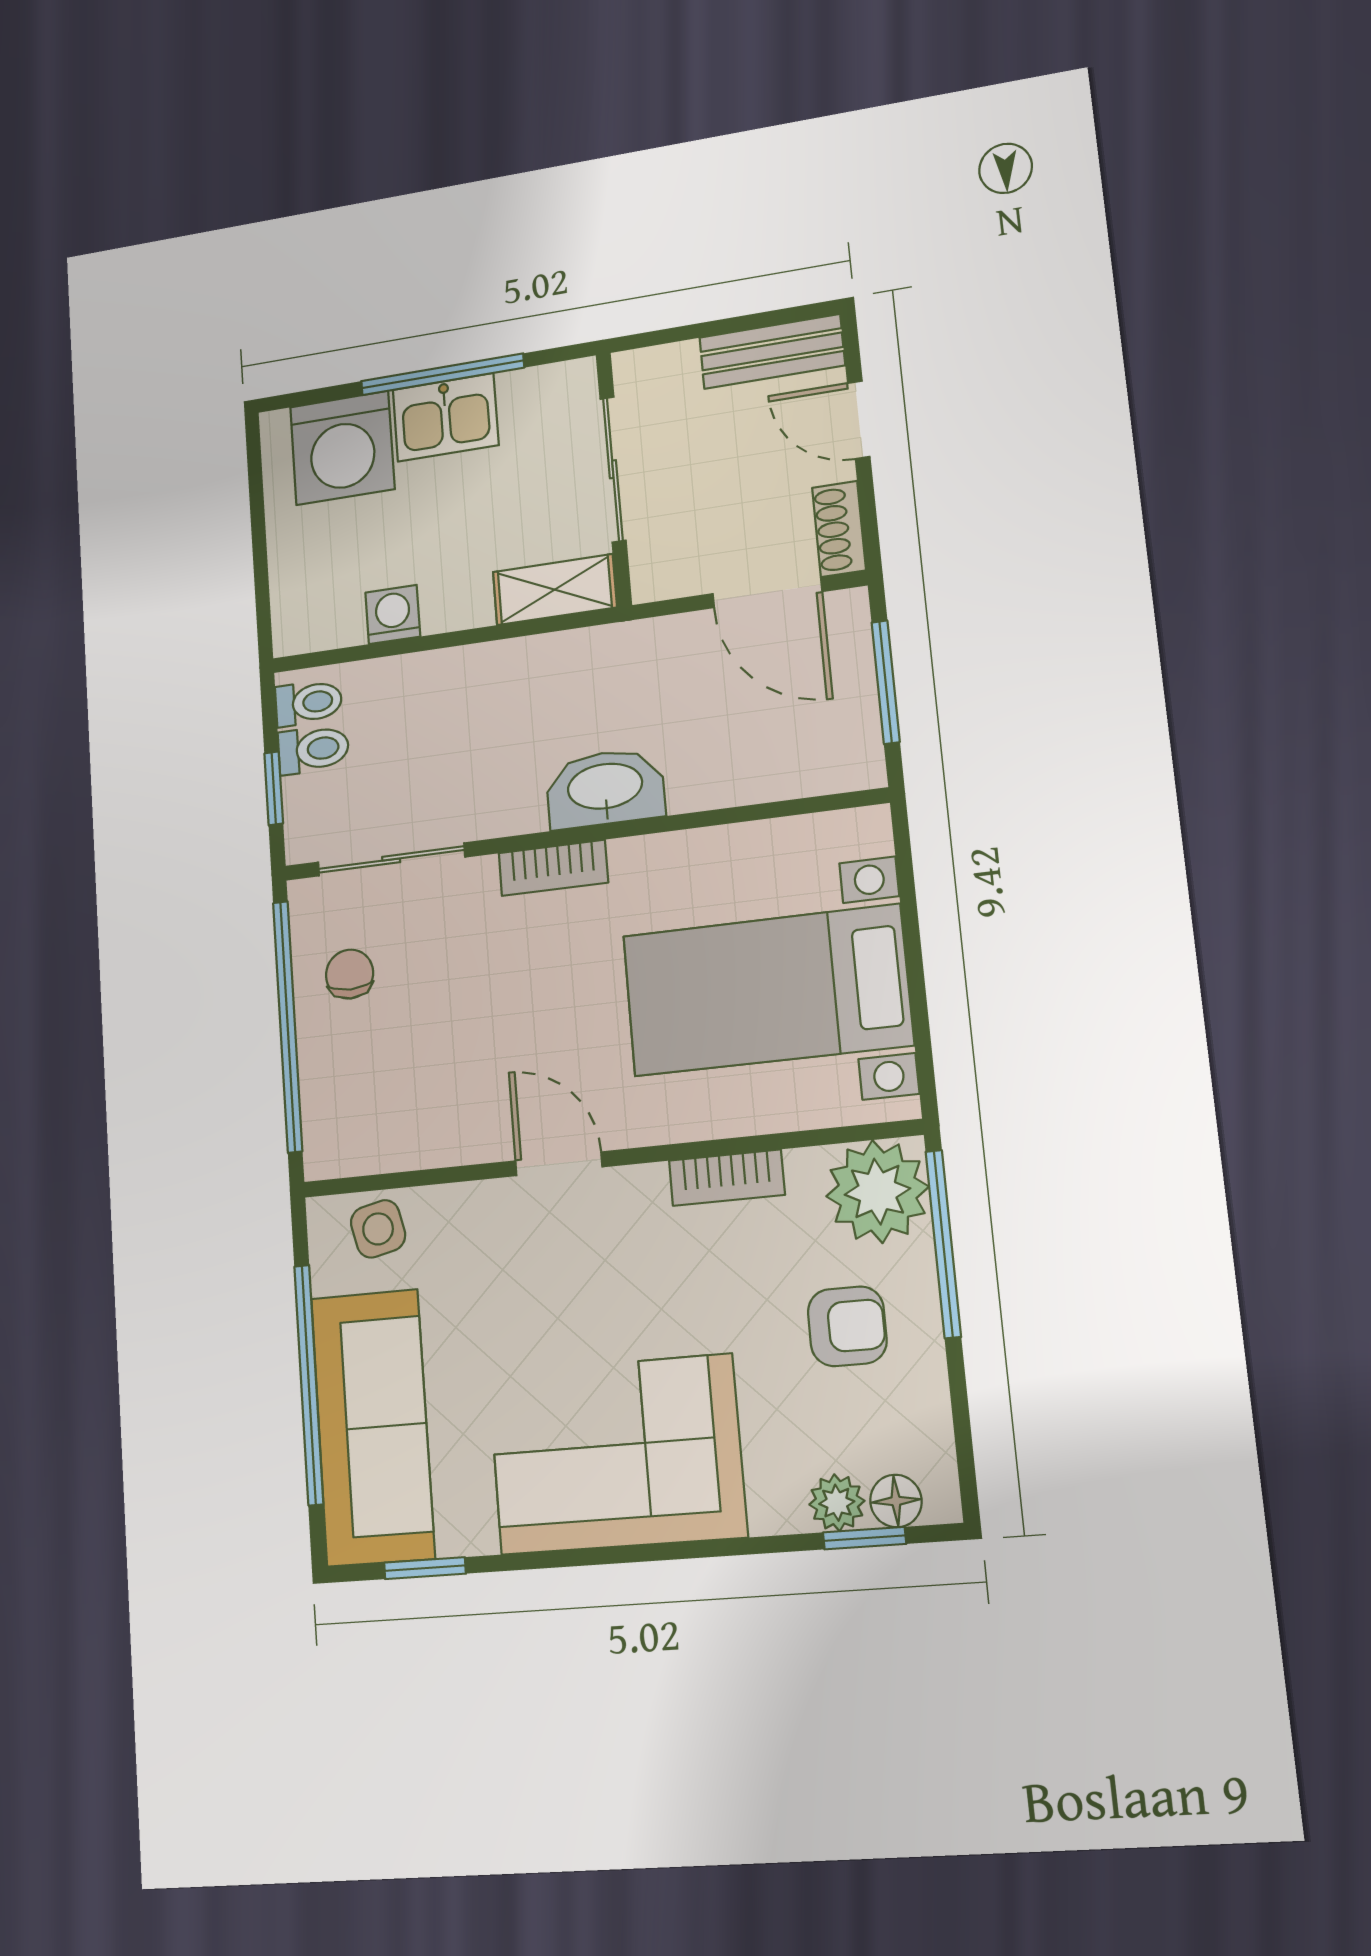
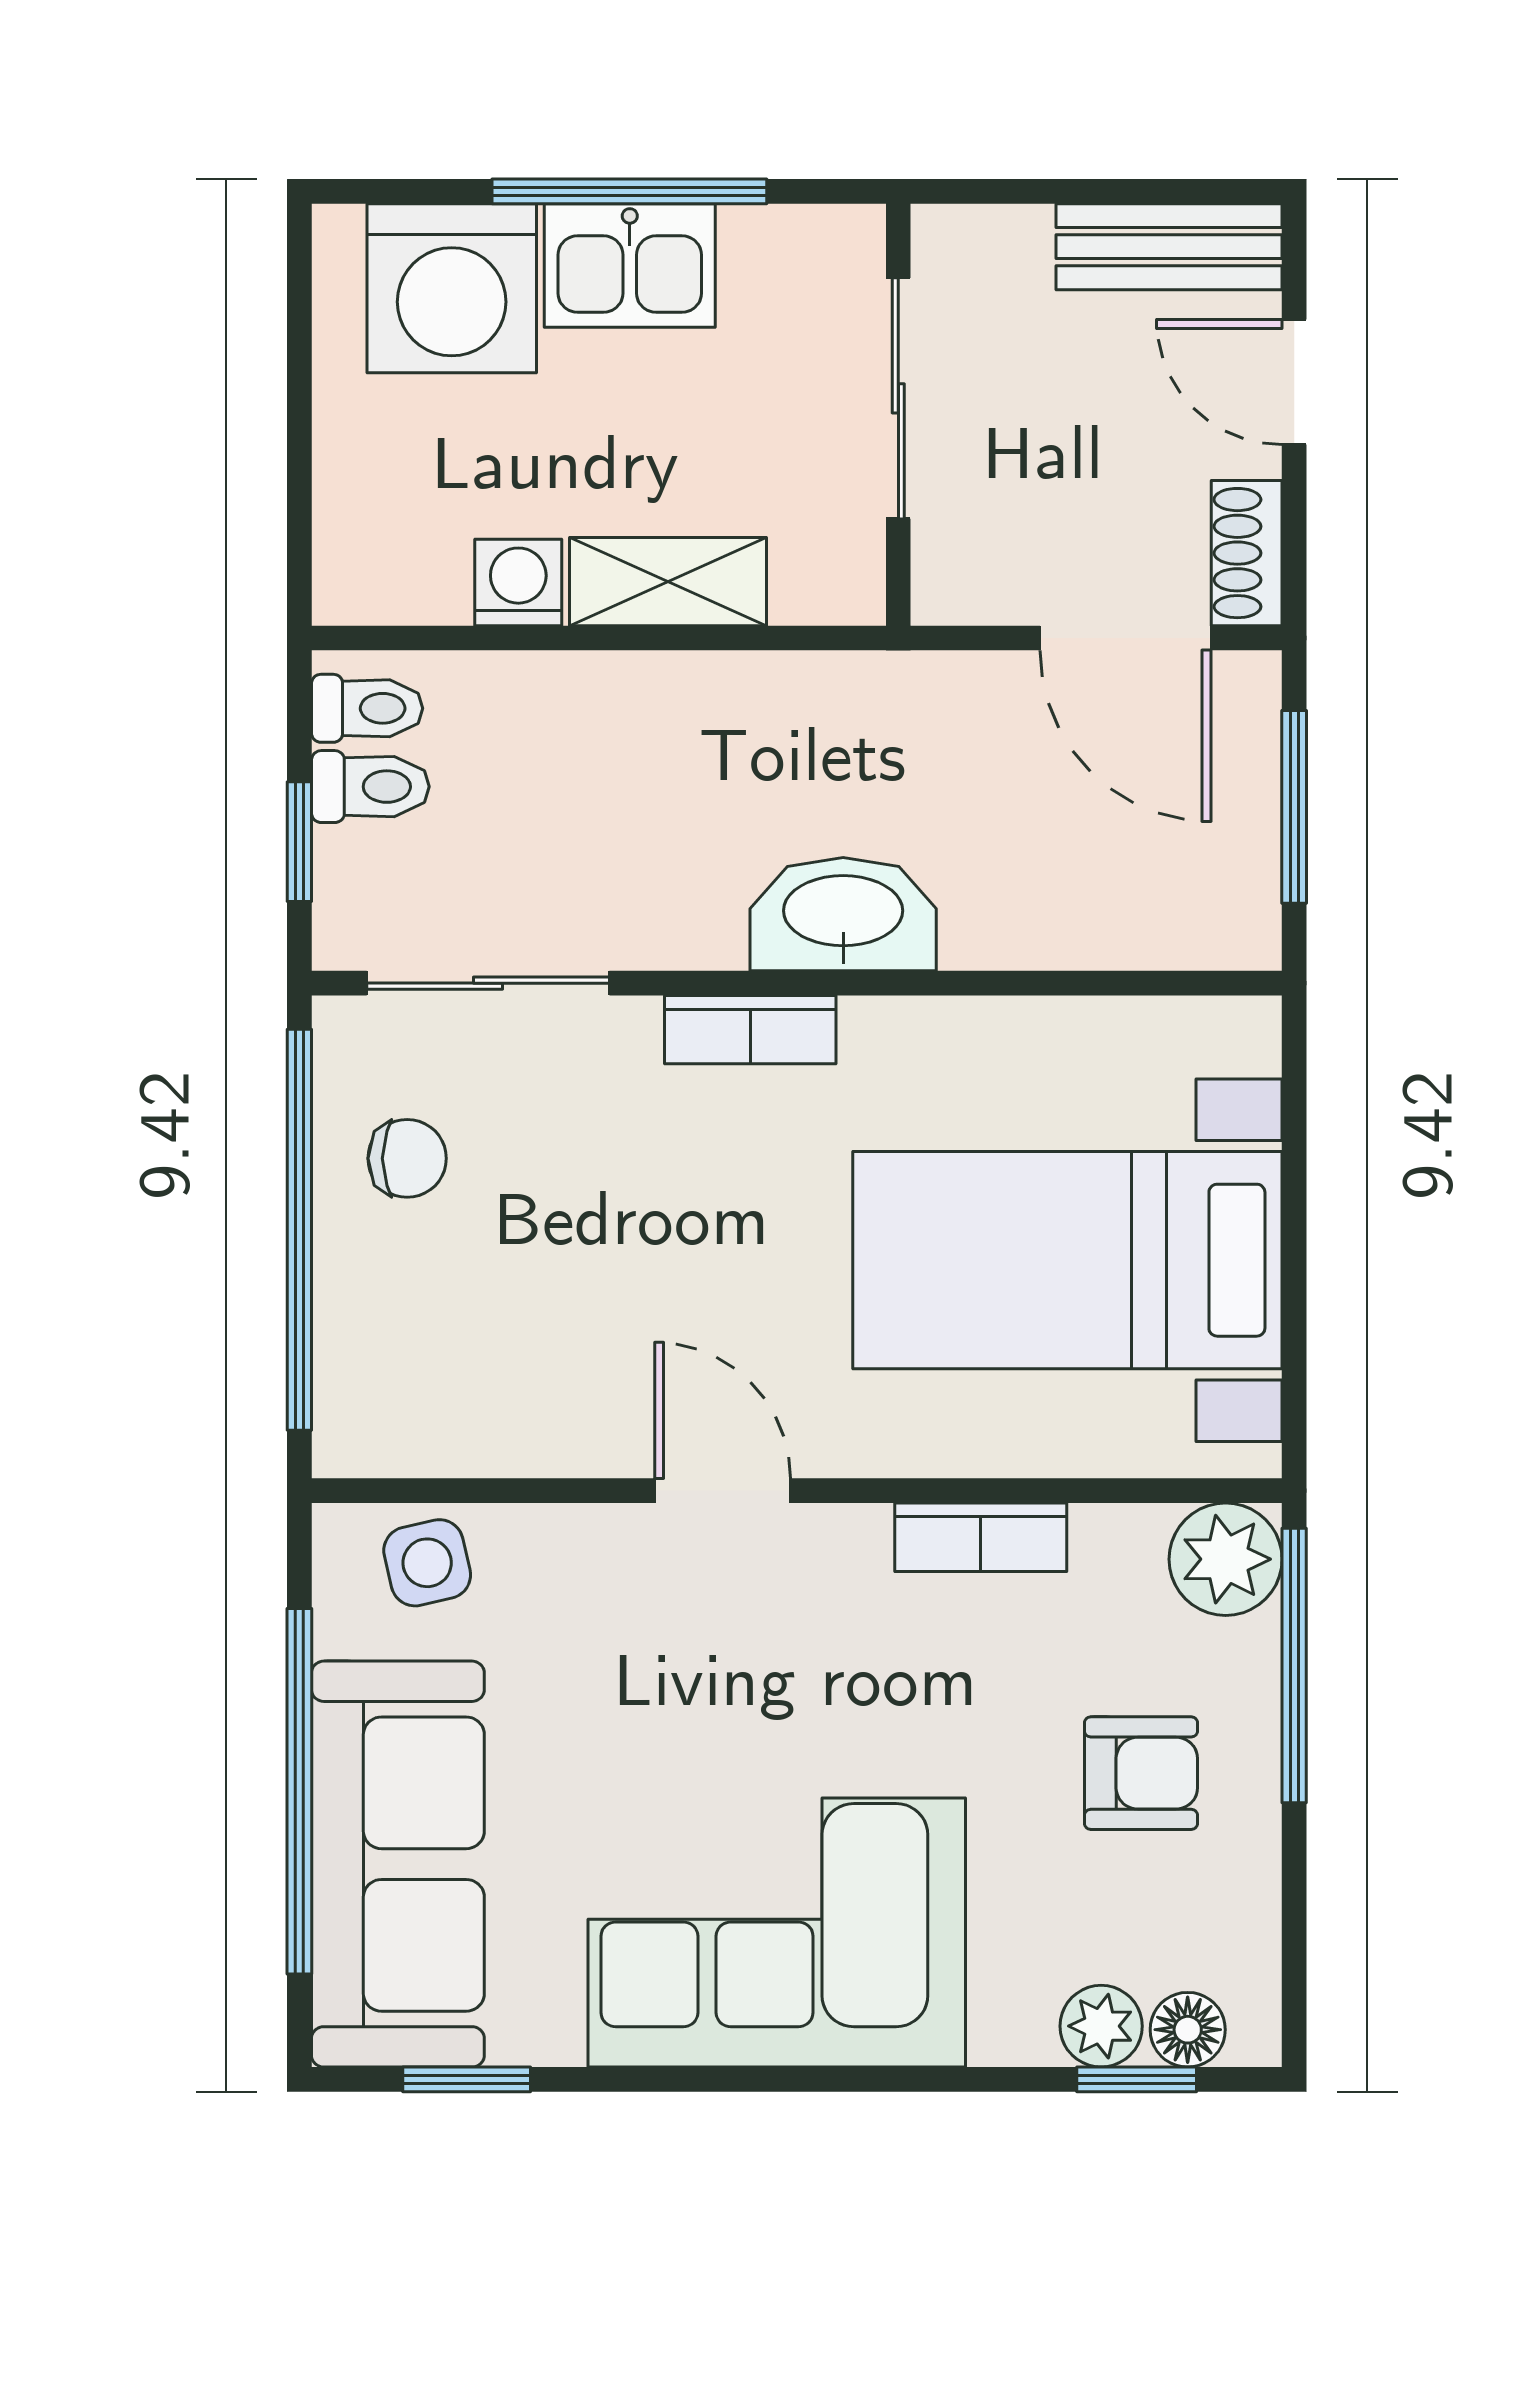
shelving: (555, 590) -> (668, 582), moved
chair: (350, 974) -> (407, 1158), turned 90
plant: (877, 1192) -> (1226, 1559), width x0.73, depth x0.73

